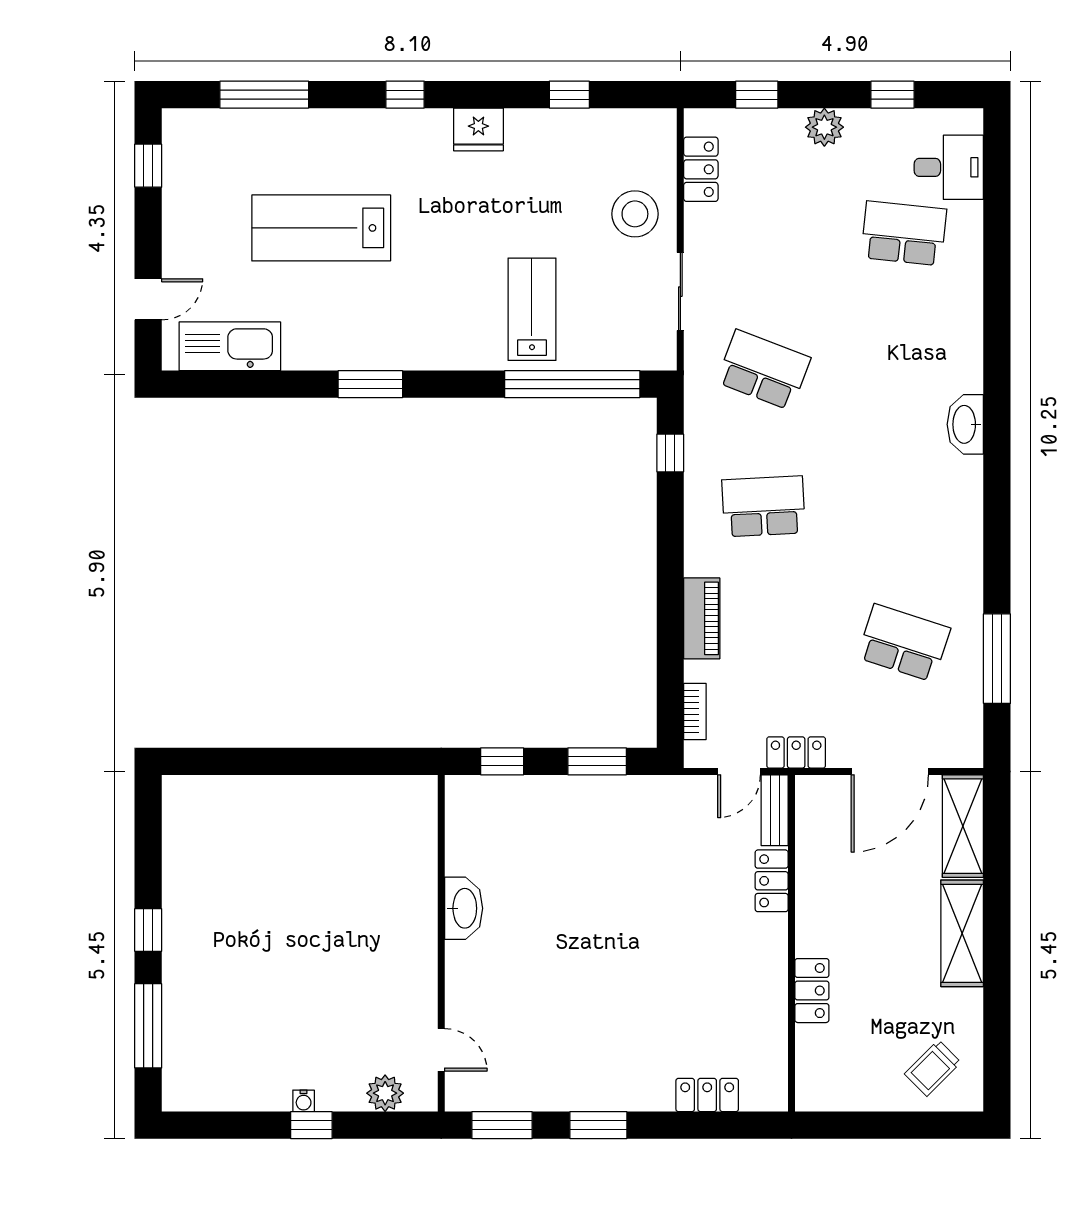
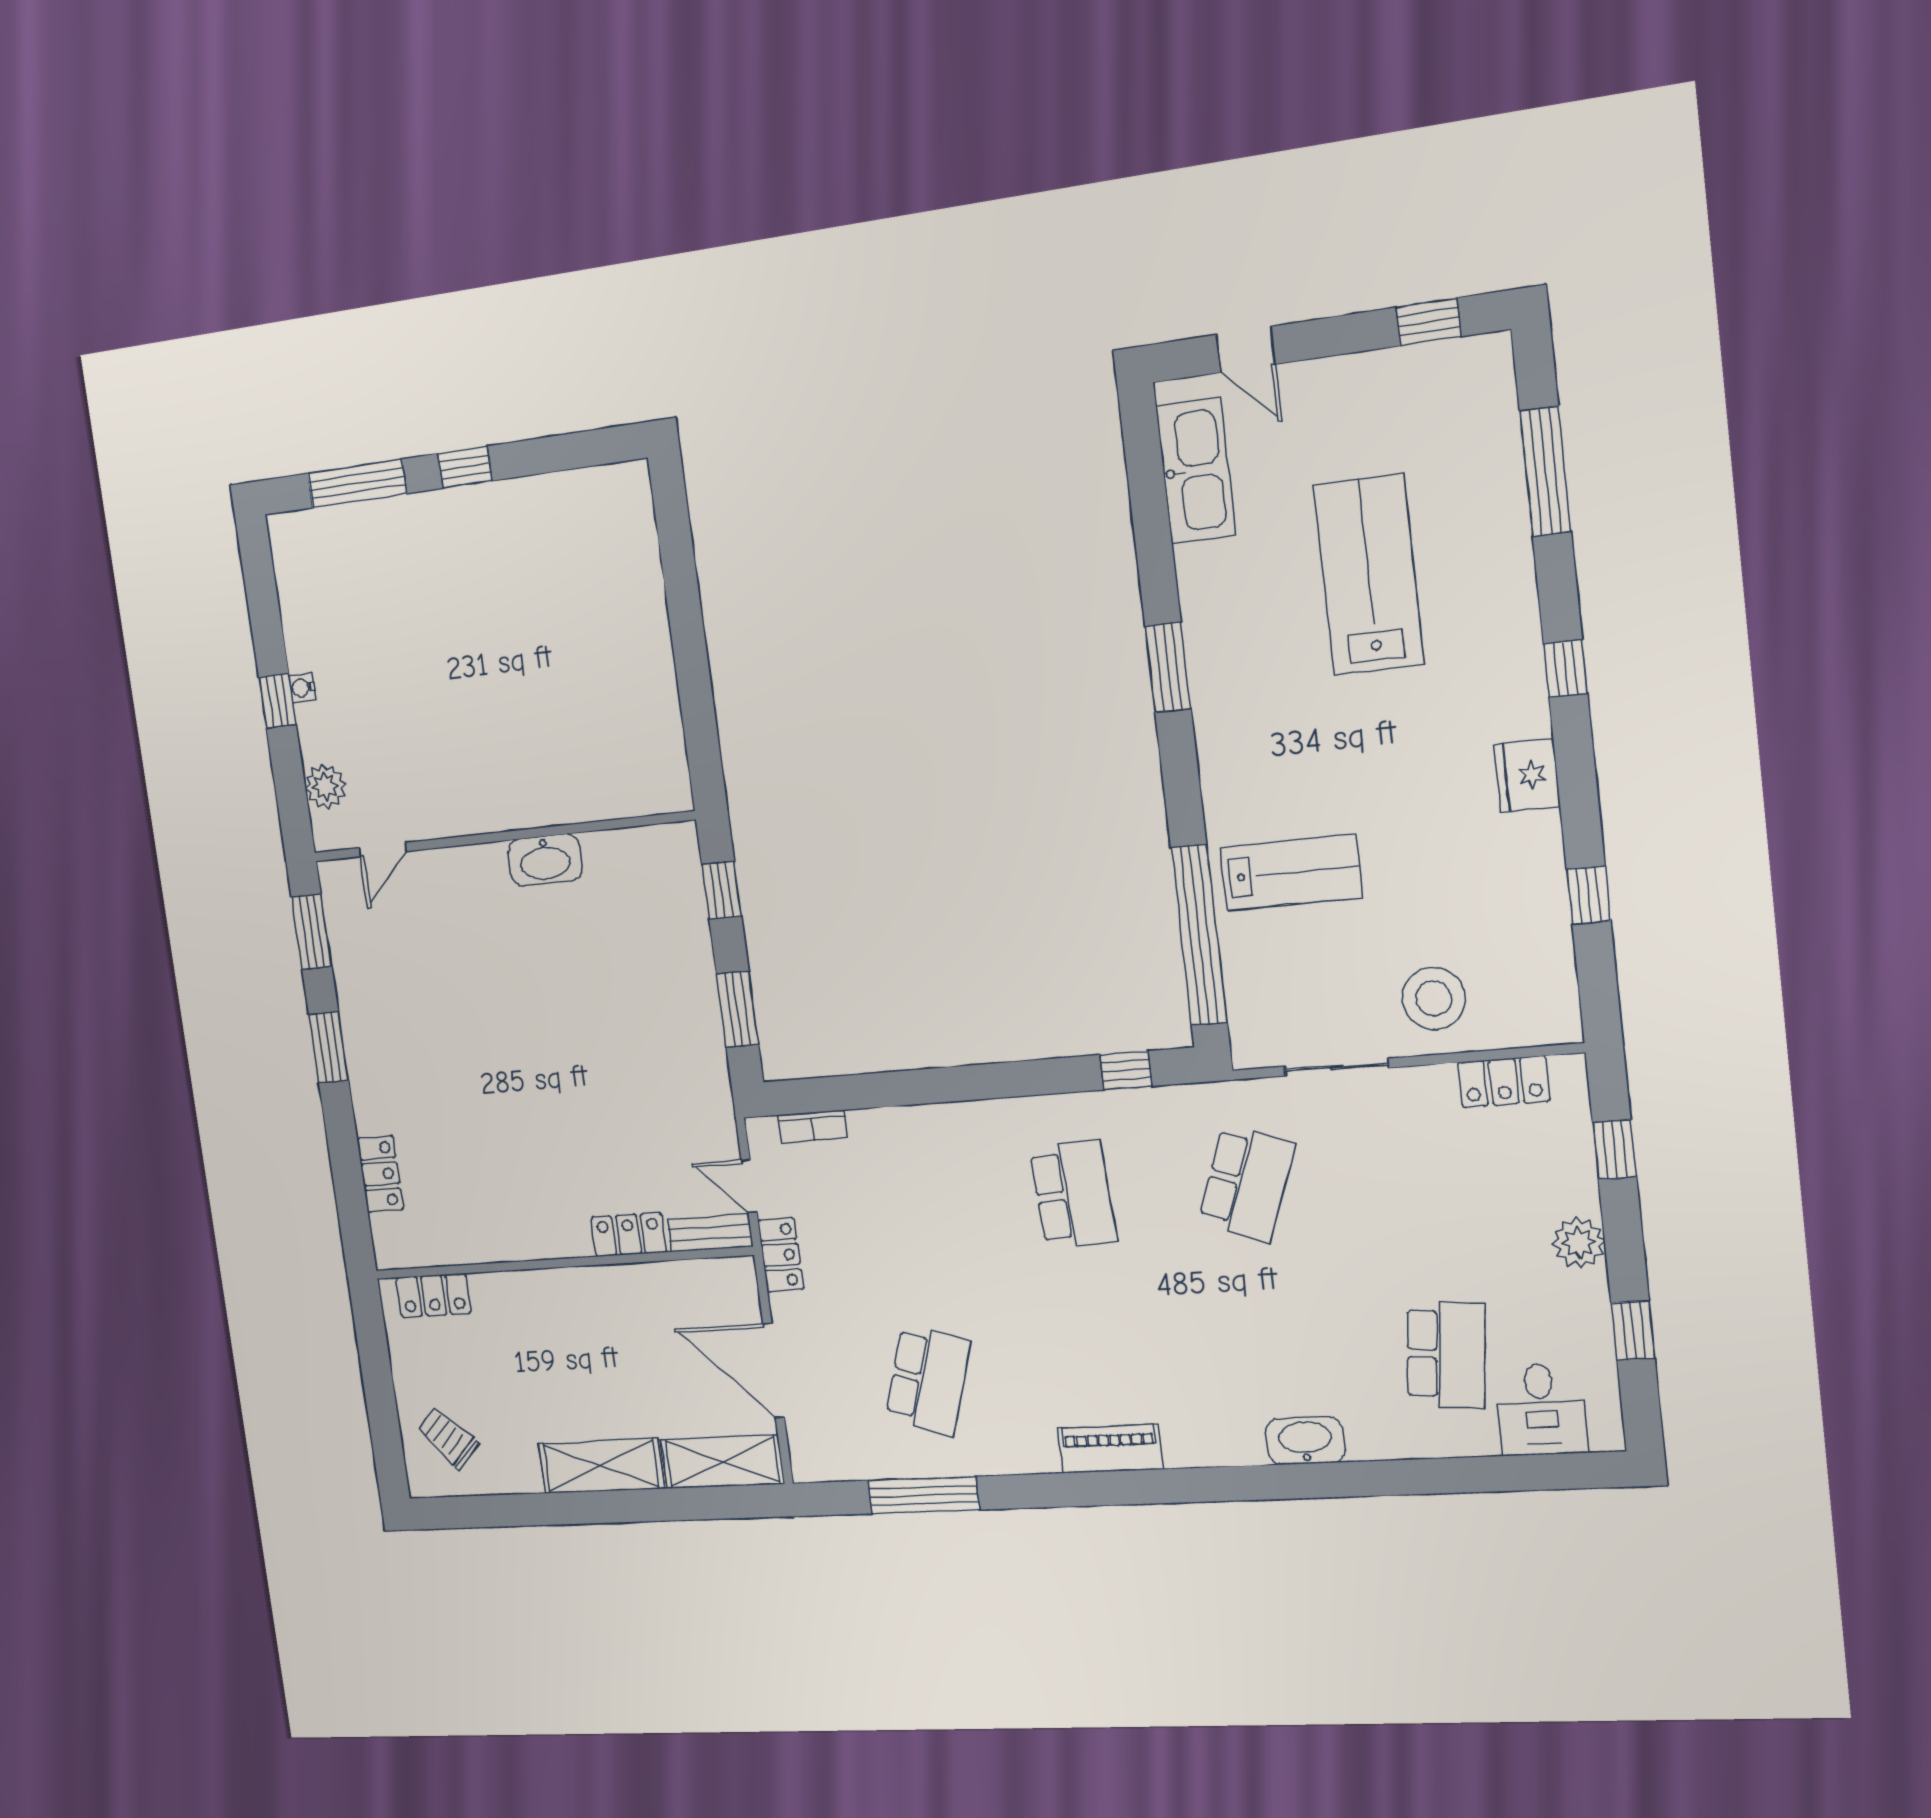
washbasin: (965, 424) -> (1305, 1441), moved
piano: (702, 618) -> (1110, 1449), moved, turned 180
locker: (812, 991) -> (434, 1296), moved

